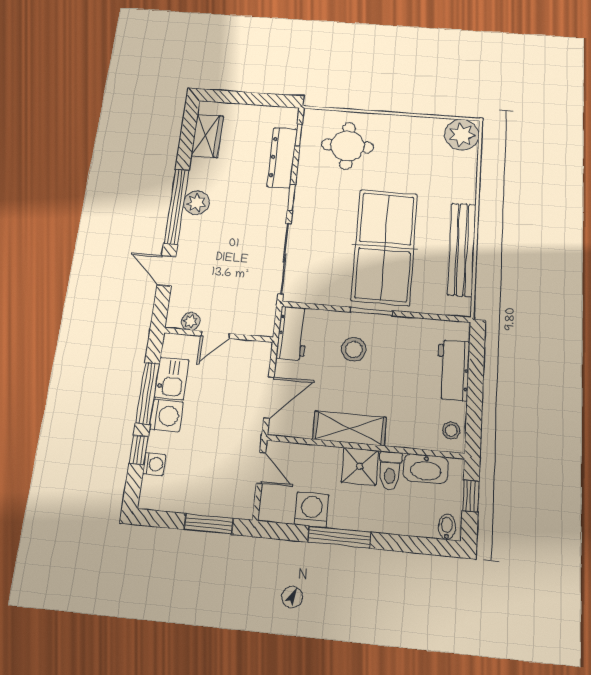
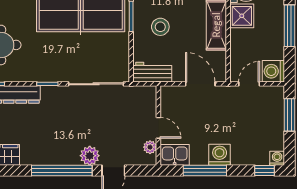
plant: (196, 203) -> (90, 156), moved
kitchen sink: (172, 378) -> (175, 155), moved
window: (139, 450) -> (264, 171), moved
washing machine: (154, 464) -> (277, 158), moved
washing machine: (312, 510) -> (273, 71), moved

